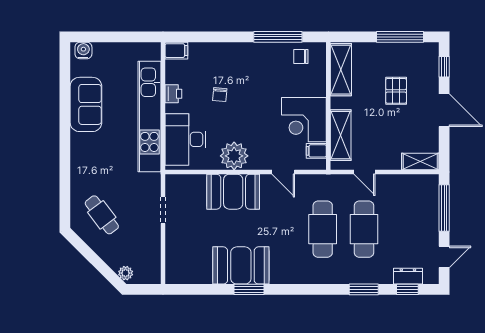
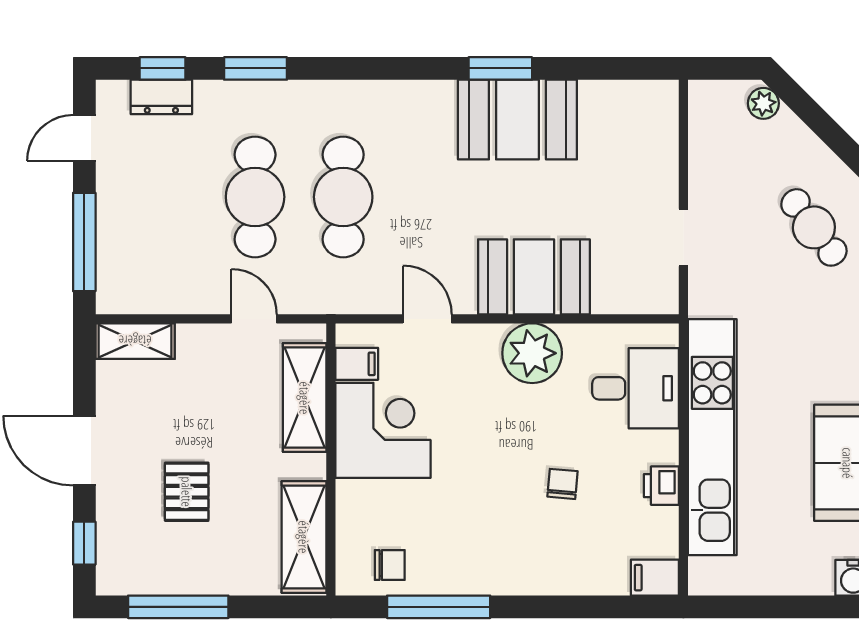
desk: (185, 139) -> (636, 388), width x0.73

